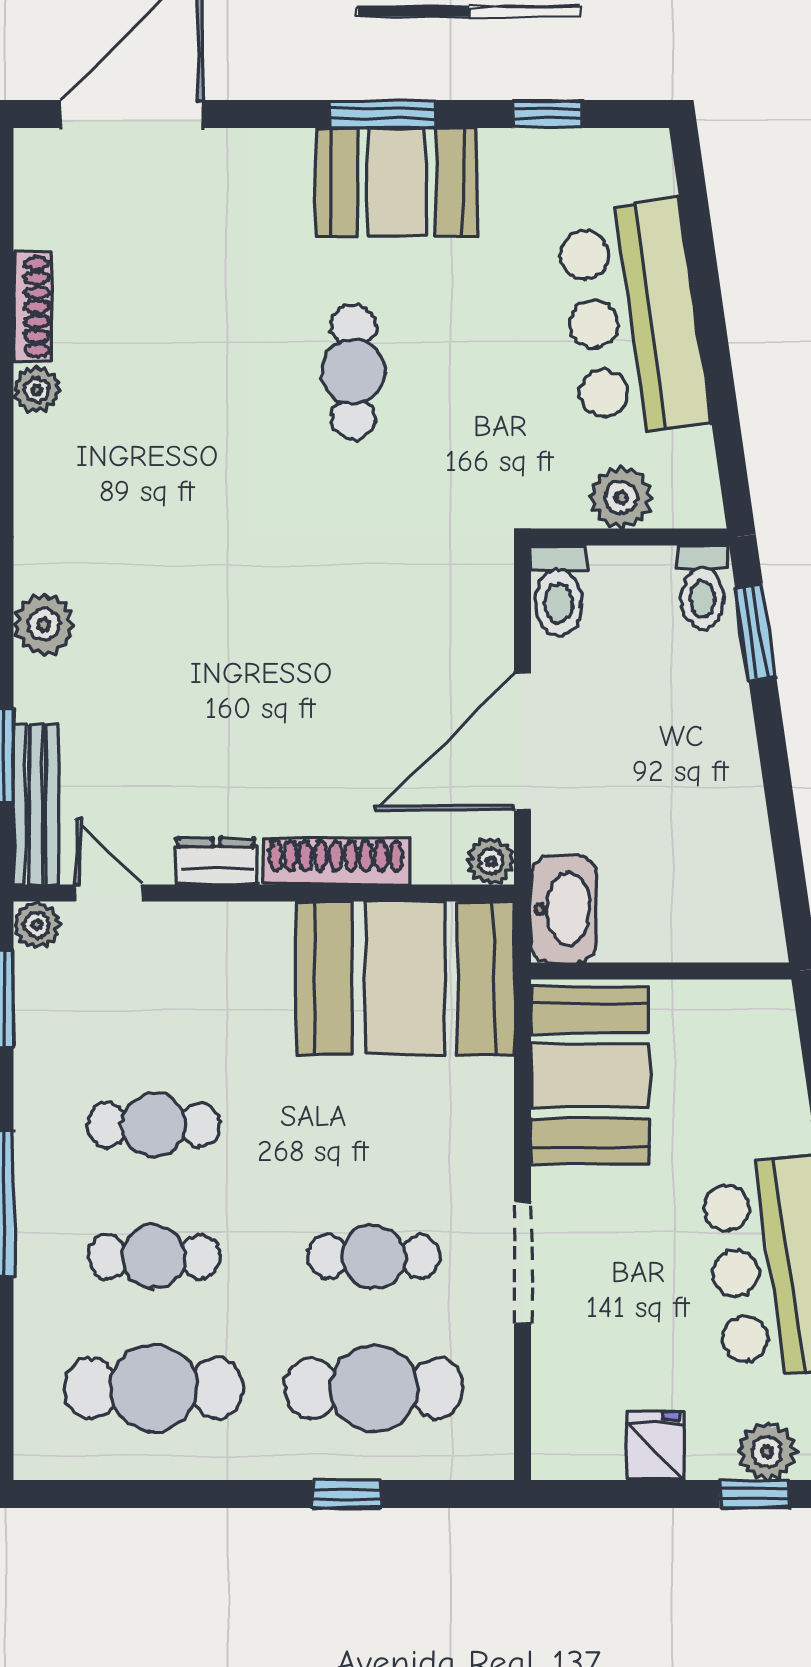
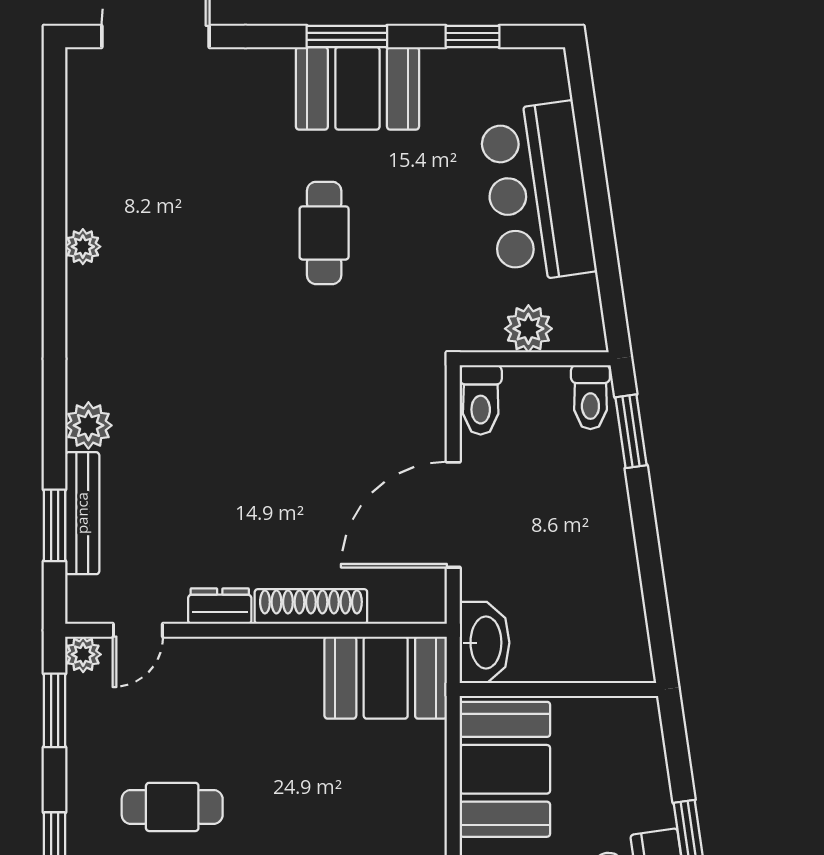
shoe rack: (32, 307) -> (79, 183), removed
bench: (36, 805) -> (82, 513), moved
plant: (491, 861) -> (429, 606), removed
door: (109, 893) -> (138, 630), swing flipped
booth: (405, 978) -> (386, 678), width x0.73, depth x0.70

